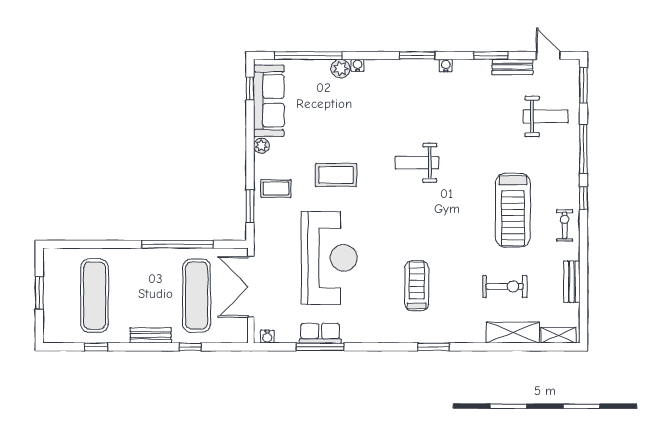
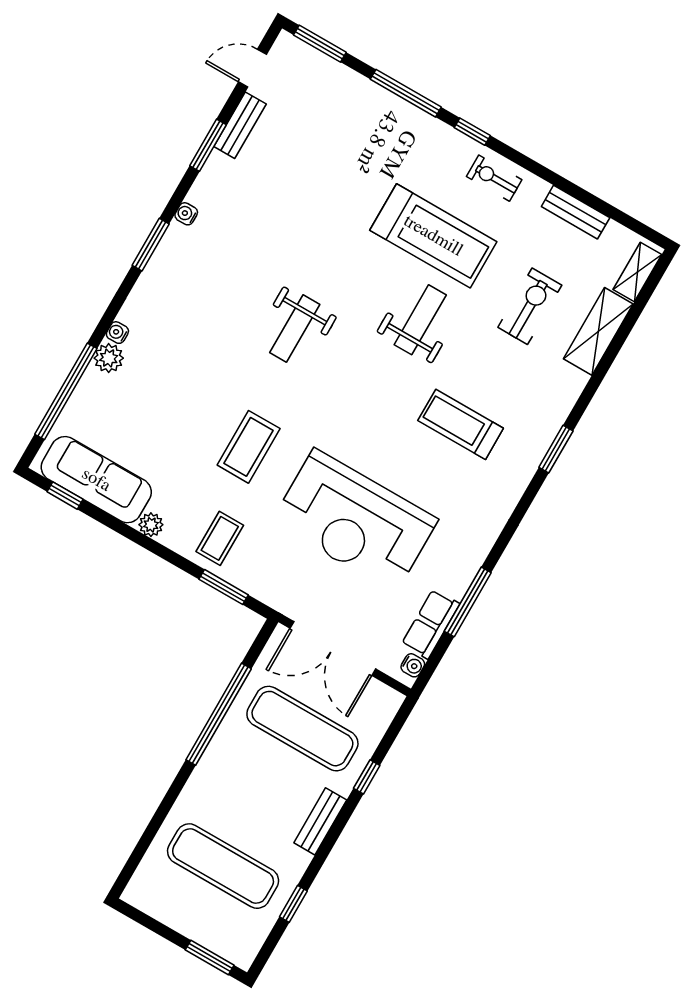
weight bench: (546, 116) -> (420, 320), moved
reception desk: (329, 258) -> (355, 521), turned 180
window: (39, 293) -> (210, 957), moved
row of seats: (320, 333) -> (431, 624), moved

